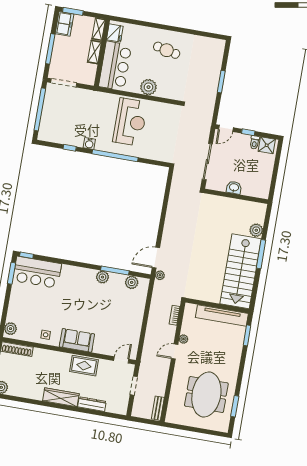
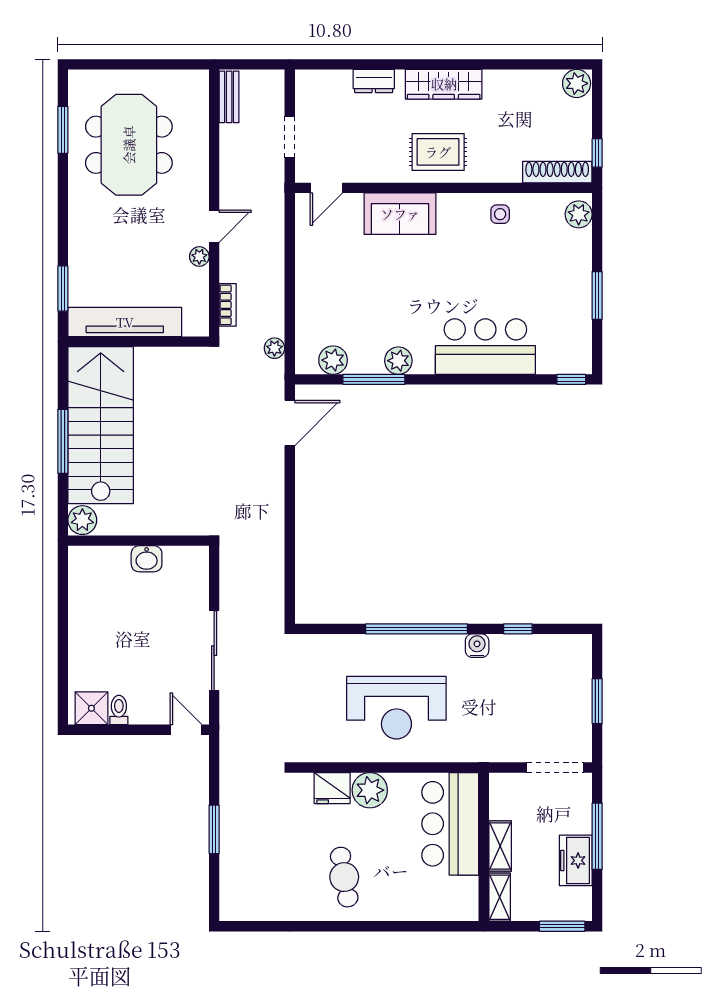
freezer: (64, 24) -> (576, 860), moved
fridge: (115, 33) -> (332, 788), moved, turned -90
cafe table: (167, 50) -> (344, 877), turned 67
window: (40, 109) -> (597, 701), width x0.47
reception desk: (130, 122) -> (396, 708), turned -90
door: (226, 128) -> (186, 730), hinge flipped
window: (248, 132) -> (136, 730), removed
washbasin: (234, 188) -> (147, 559), moved
wall: (236, 196) -> (139, 541), moved
window: (261, 254) -> (63, 441), moved
bar counter: (37, 272) -> (485, 347), moved
window: (12, 273) -> (597, 295), moved
plant: (160, 275) -> (274, 348), moved
sofa: (77, 340) -> (400, 214), moved
rug: (84, 366) -> (438, 152), moved
dresser: (92, 404) -> (374, 81), width x0.70

